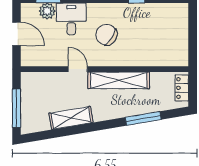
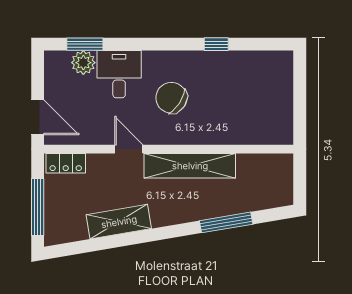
door: (16, 34) -> (38, 117), moved
locker: (182, 88) -> (66, 163), moved, turned -90

